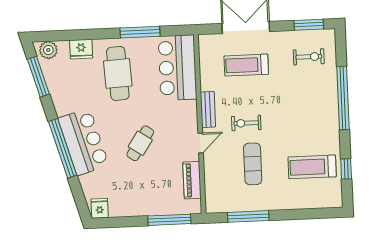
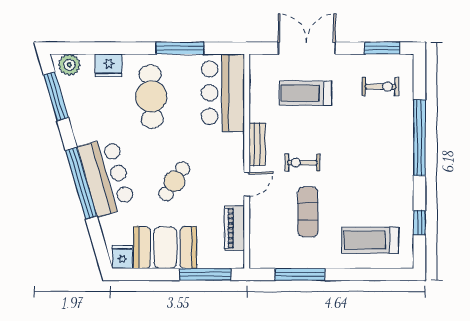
treadmill: (312, 167) -> (370, 240), moved
booth: (135, 199) -> (165, 248), added

